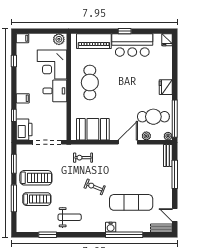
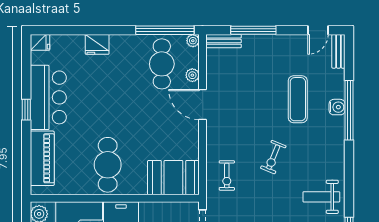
cafe table: (90, 83) -> (108, 165), turned 90
fridge: (166, 87) -> (97, 44), moved
booth: (93, 129) -> (173, 178), moved, turned 90
exercise mat: (131, 202) -> (298, 99), width x0.73, depth x0.69
weight bench: (70, 217) -> (321, 197), turned -90
water cooler: (111, 227) -> (337, 107), moved

